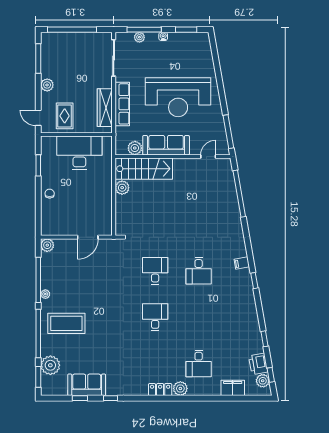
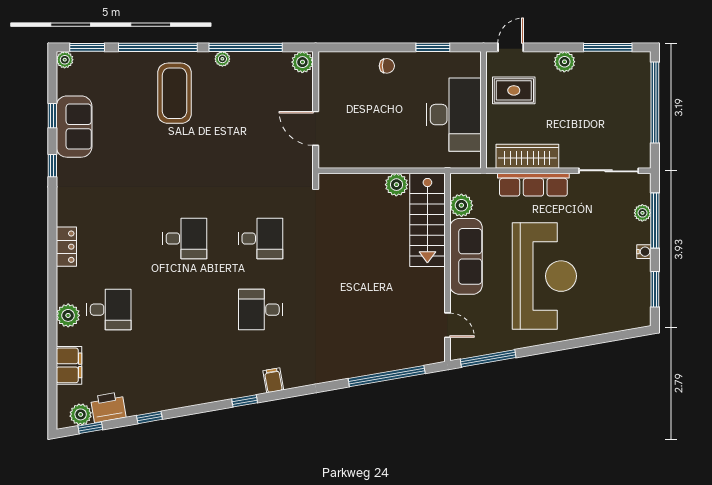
reception desk: (178, 97) -> (544, 276), turned 180
desk: (199, 363) -> (109, 310), turned 180
plant: (50, 365) -> (65, 60), moved, width x0.53, depth x0.53
plant: (180, 388) -> (68, 315), moved

